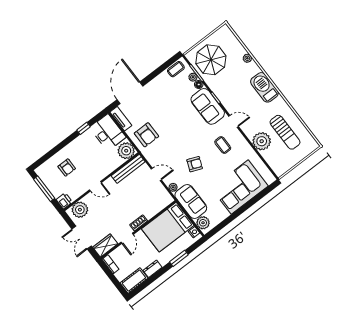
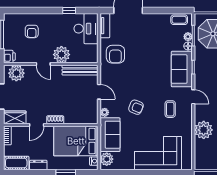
plant: (126, 151) -> (61, 55), moved

